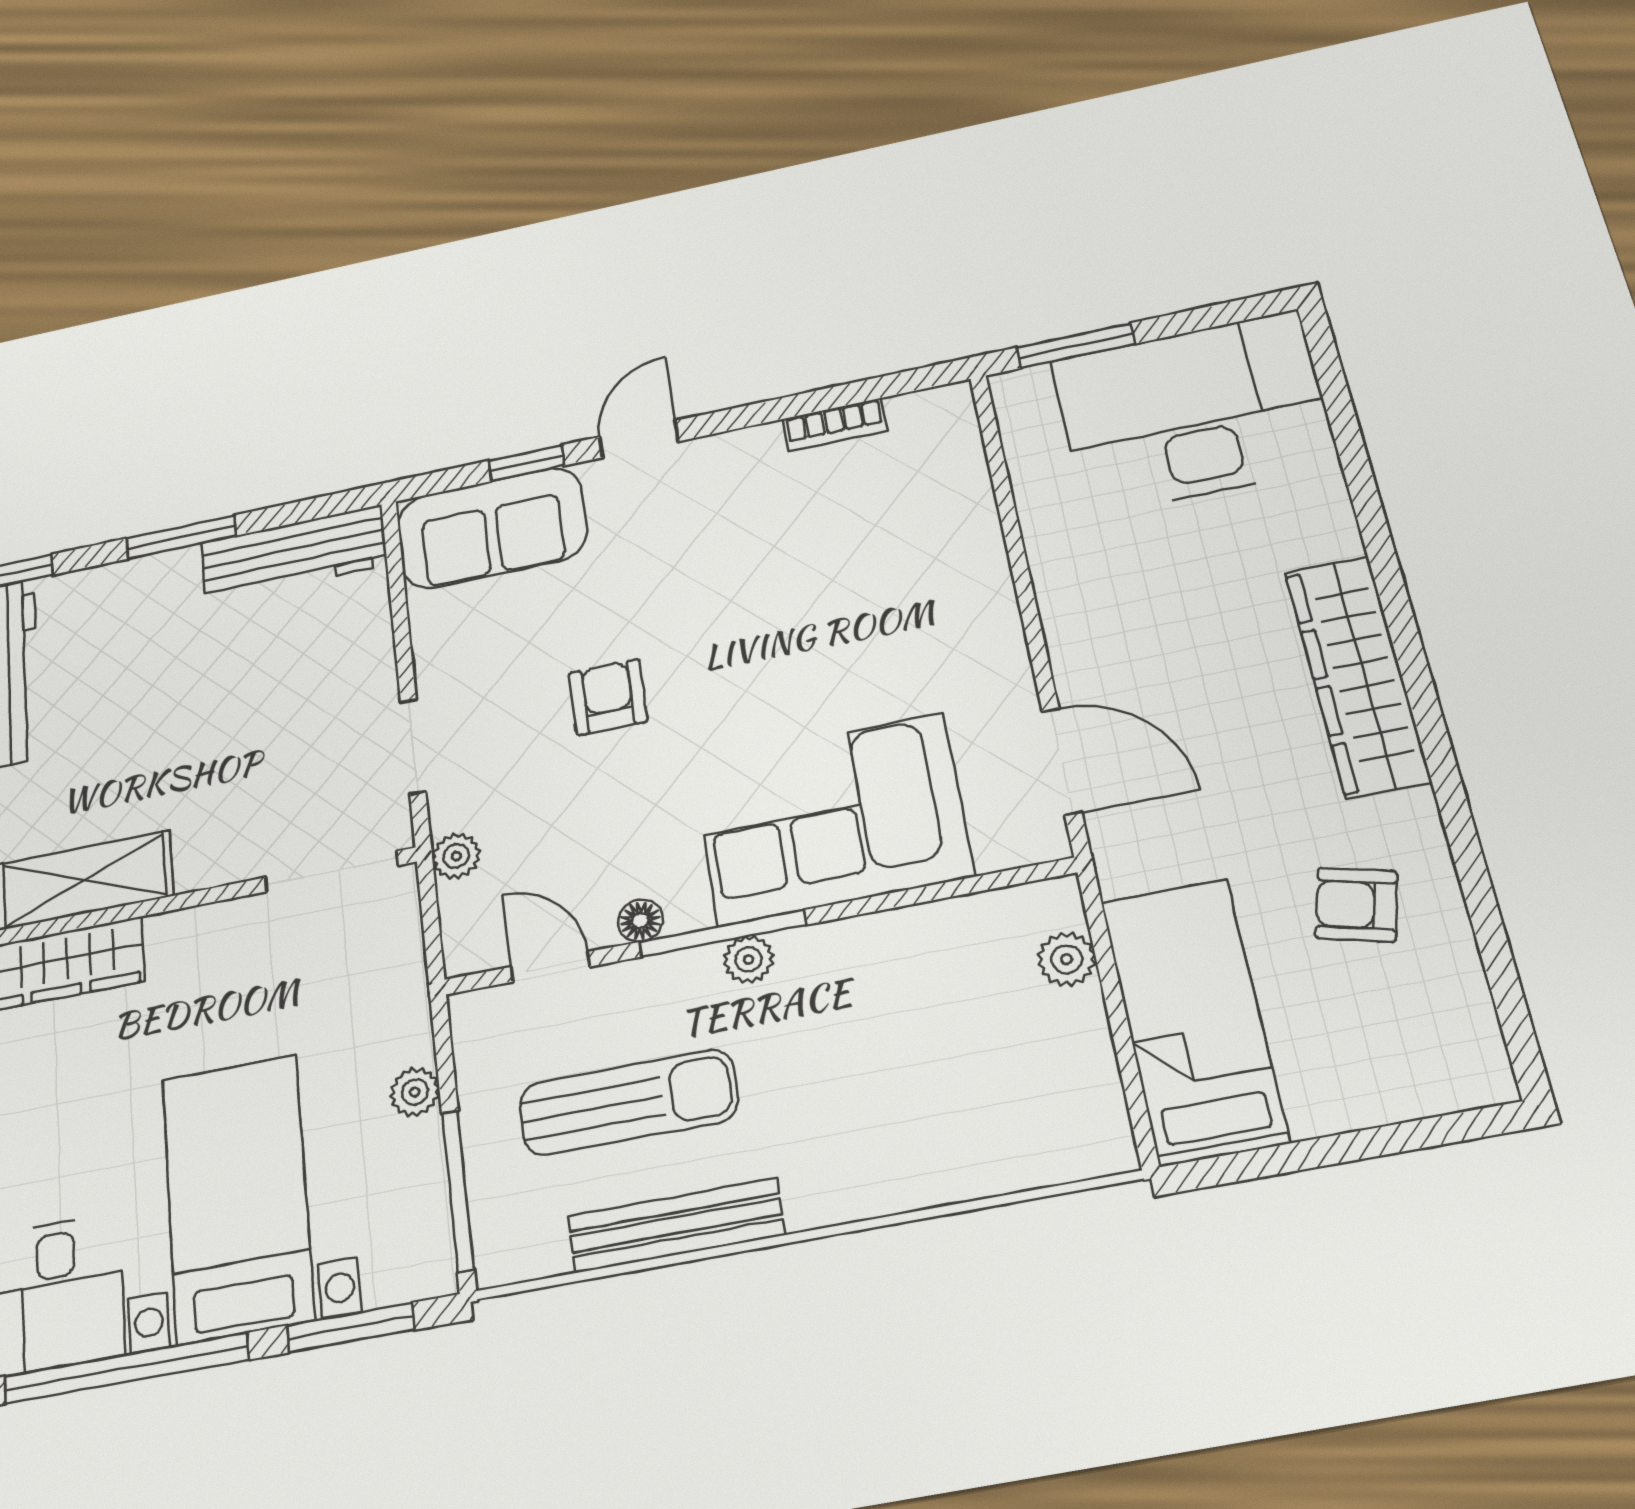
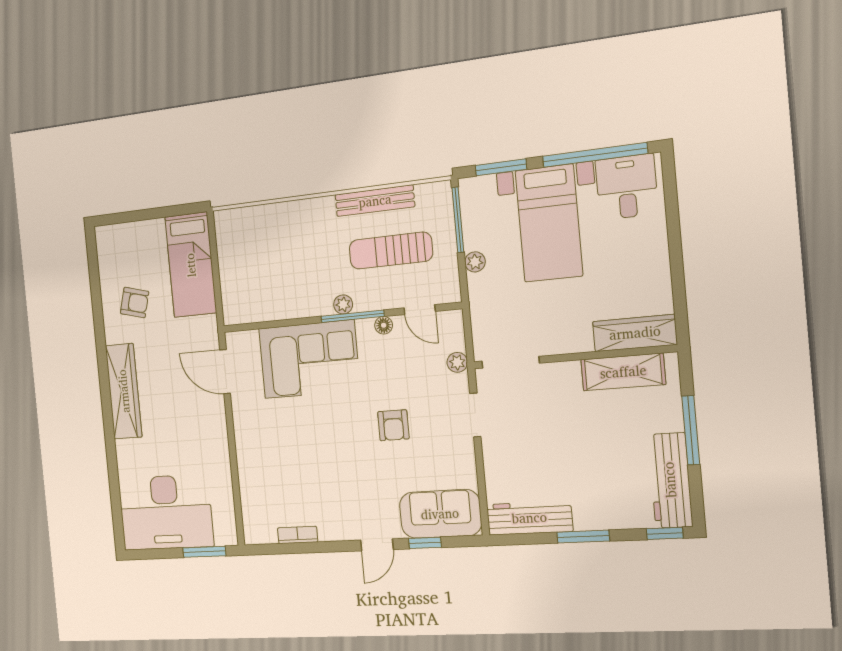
plant: (1067, 959) -> (230, 292), removed

